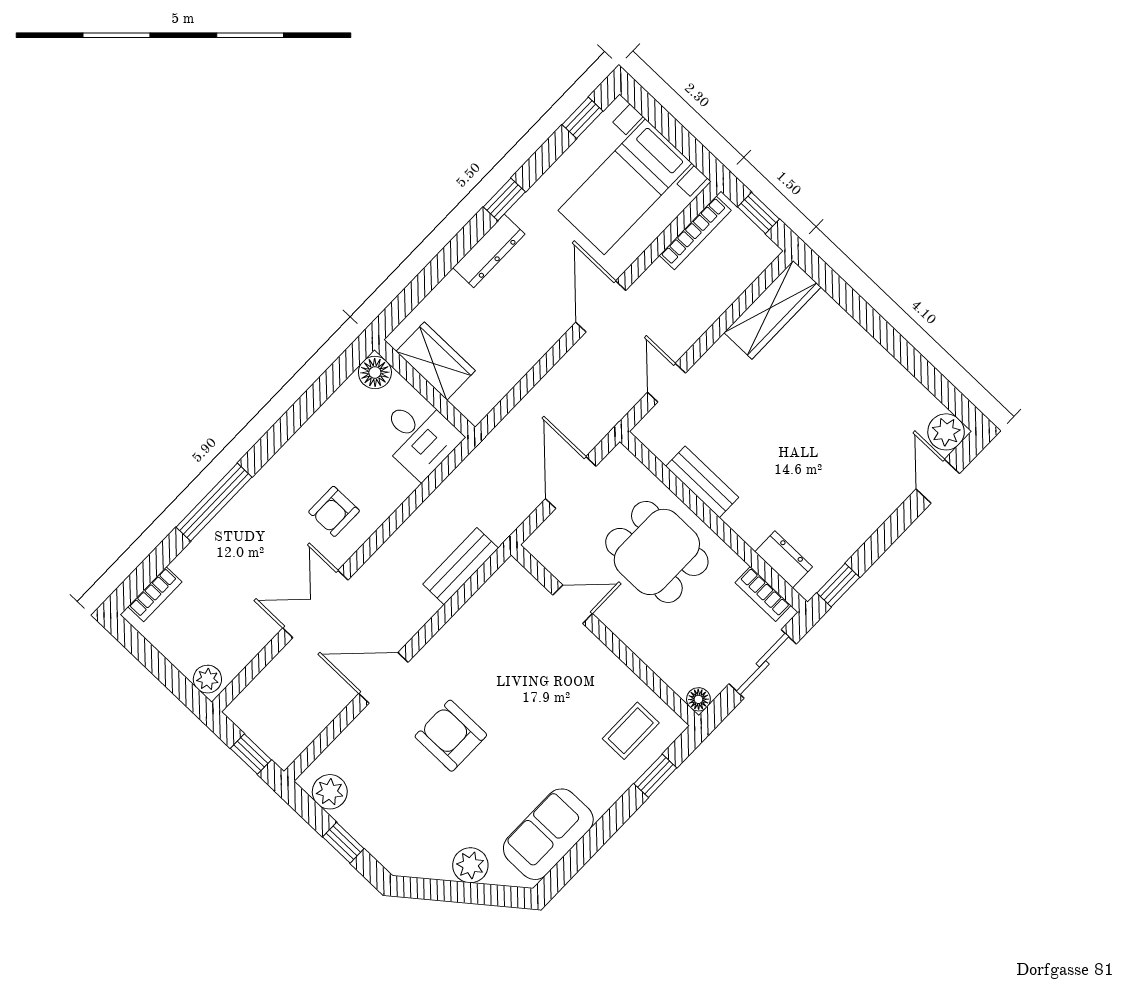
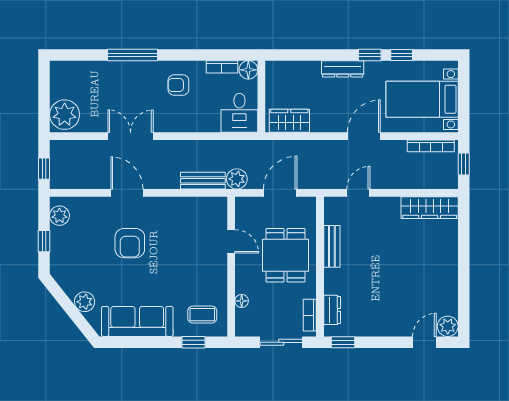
window: (583, 118) -> (402, 55), moved
wardrobe: (436, 361) -> (289, 121), moved, turned -90
armchair: (334, 511) -> (178, 85), moved
plant: (500, 521) -> (237, 179), added
bookcase: (155, 594) -> (222, 67), moved
plant: (207, 679) -> (65, 115), width x1.88, depth x1.88
floor lamp: (698, 699) -> (242, 301), moved
armchair: (451, 736) -> (130, 243), turned 180
sofa: (548, 834) -> (137, 321), width x1.36

